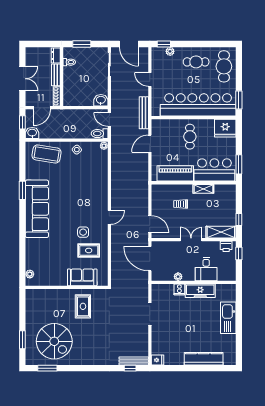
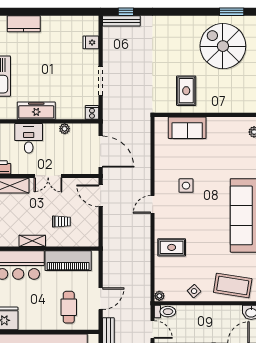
cafe table: (190, 137) -> (69, 307), moved
rug: (89, 250) -> (172, 247), moved
cooker: (179, 289) -> (92, 112), moved
kitchen counter: (204, 359) -> (24, 24), width x0.67
fridge: (158, 360) -> (91, 42), moved

